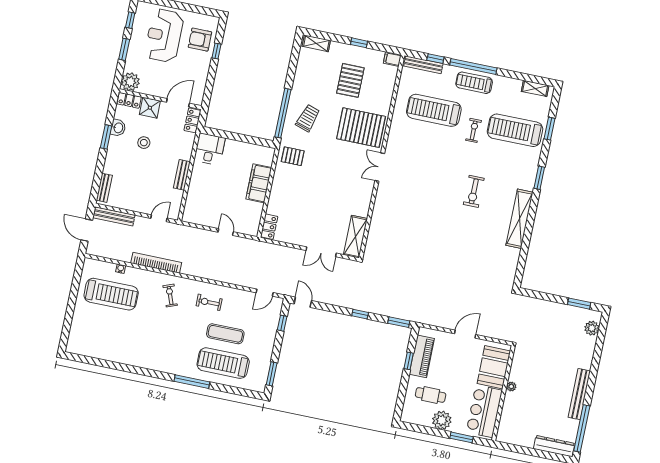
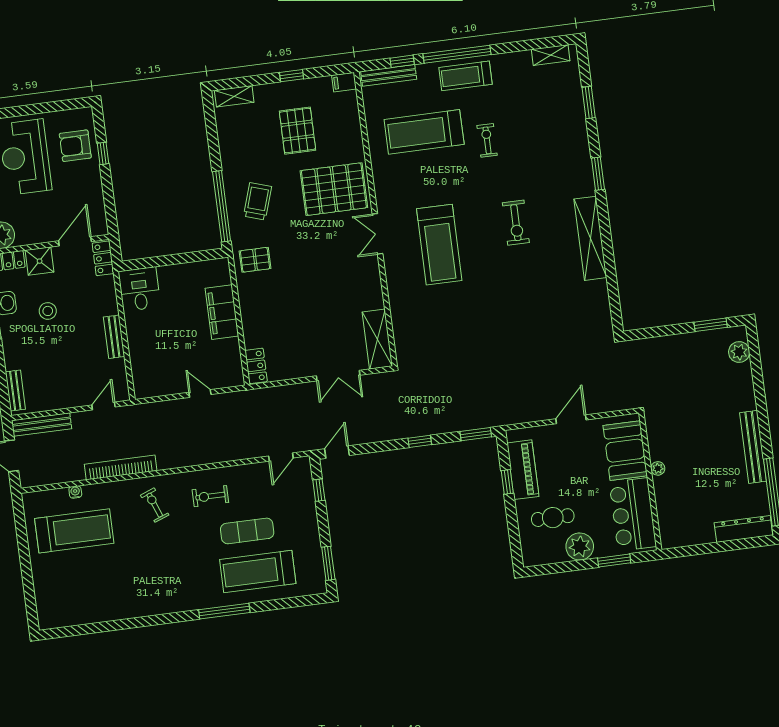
treadmill: (515, 130) -> (439, 245), moved, turned -90
door: (303, 302) -> (337, 452), hinge flipped

